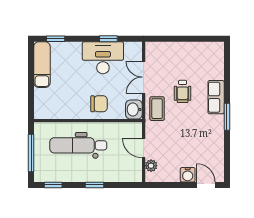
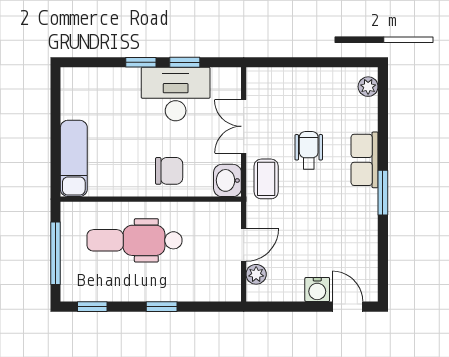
window: (56, 39) -> (141, 62), moved
plant: (218, 53) -> (368, 87), added
exam couch: (42, 65) -> (74, 158), moved
wheelchair: (183, 91) -> (309, 150), turned 180
door: (144, 148) -> (244, 245), swing flipped

